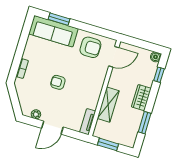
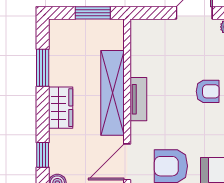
shelving: (108, 105) -> (113, 93), width x1.47
tv unit: (88, 122) -> (138, 99), moved

